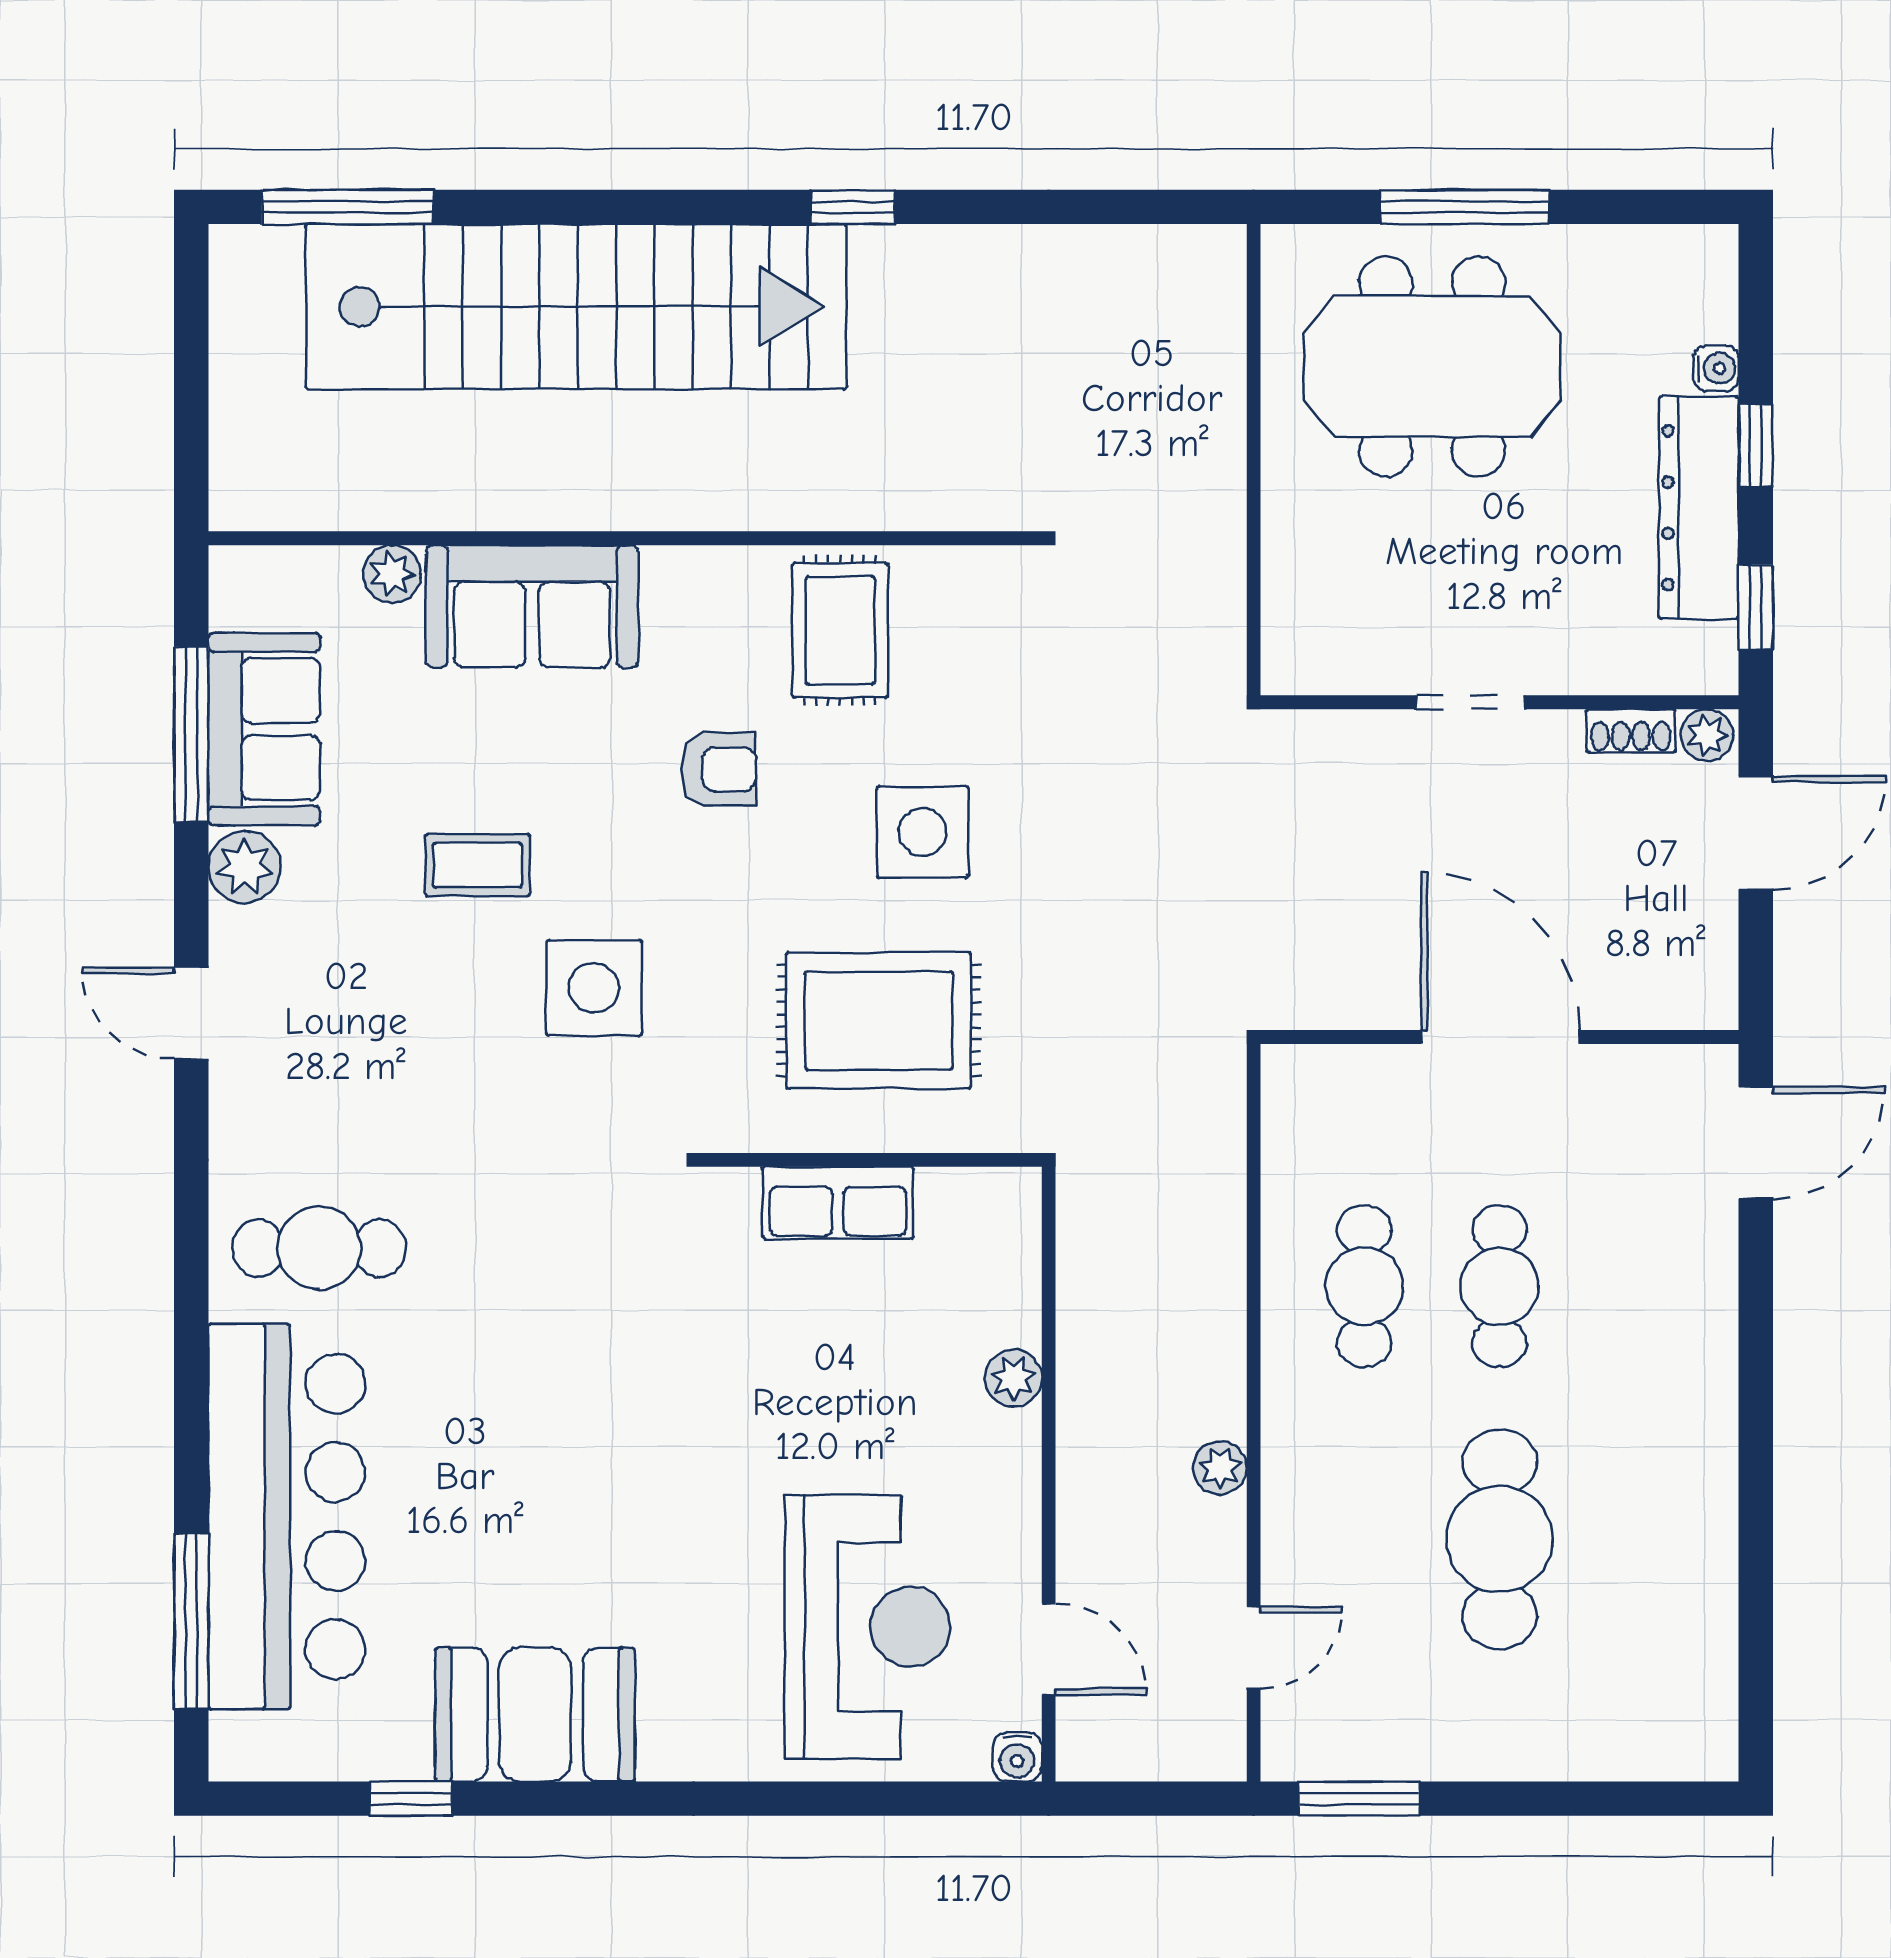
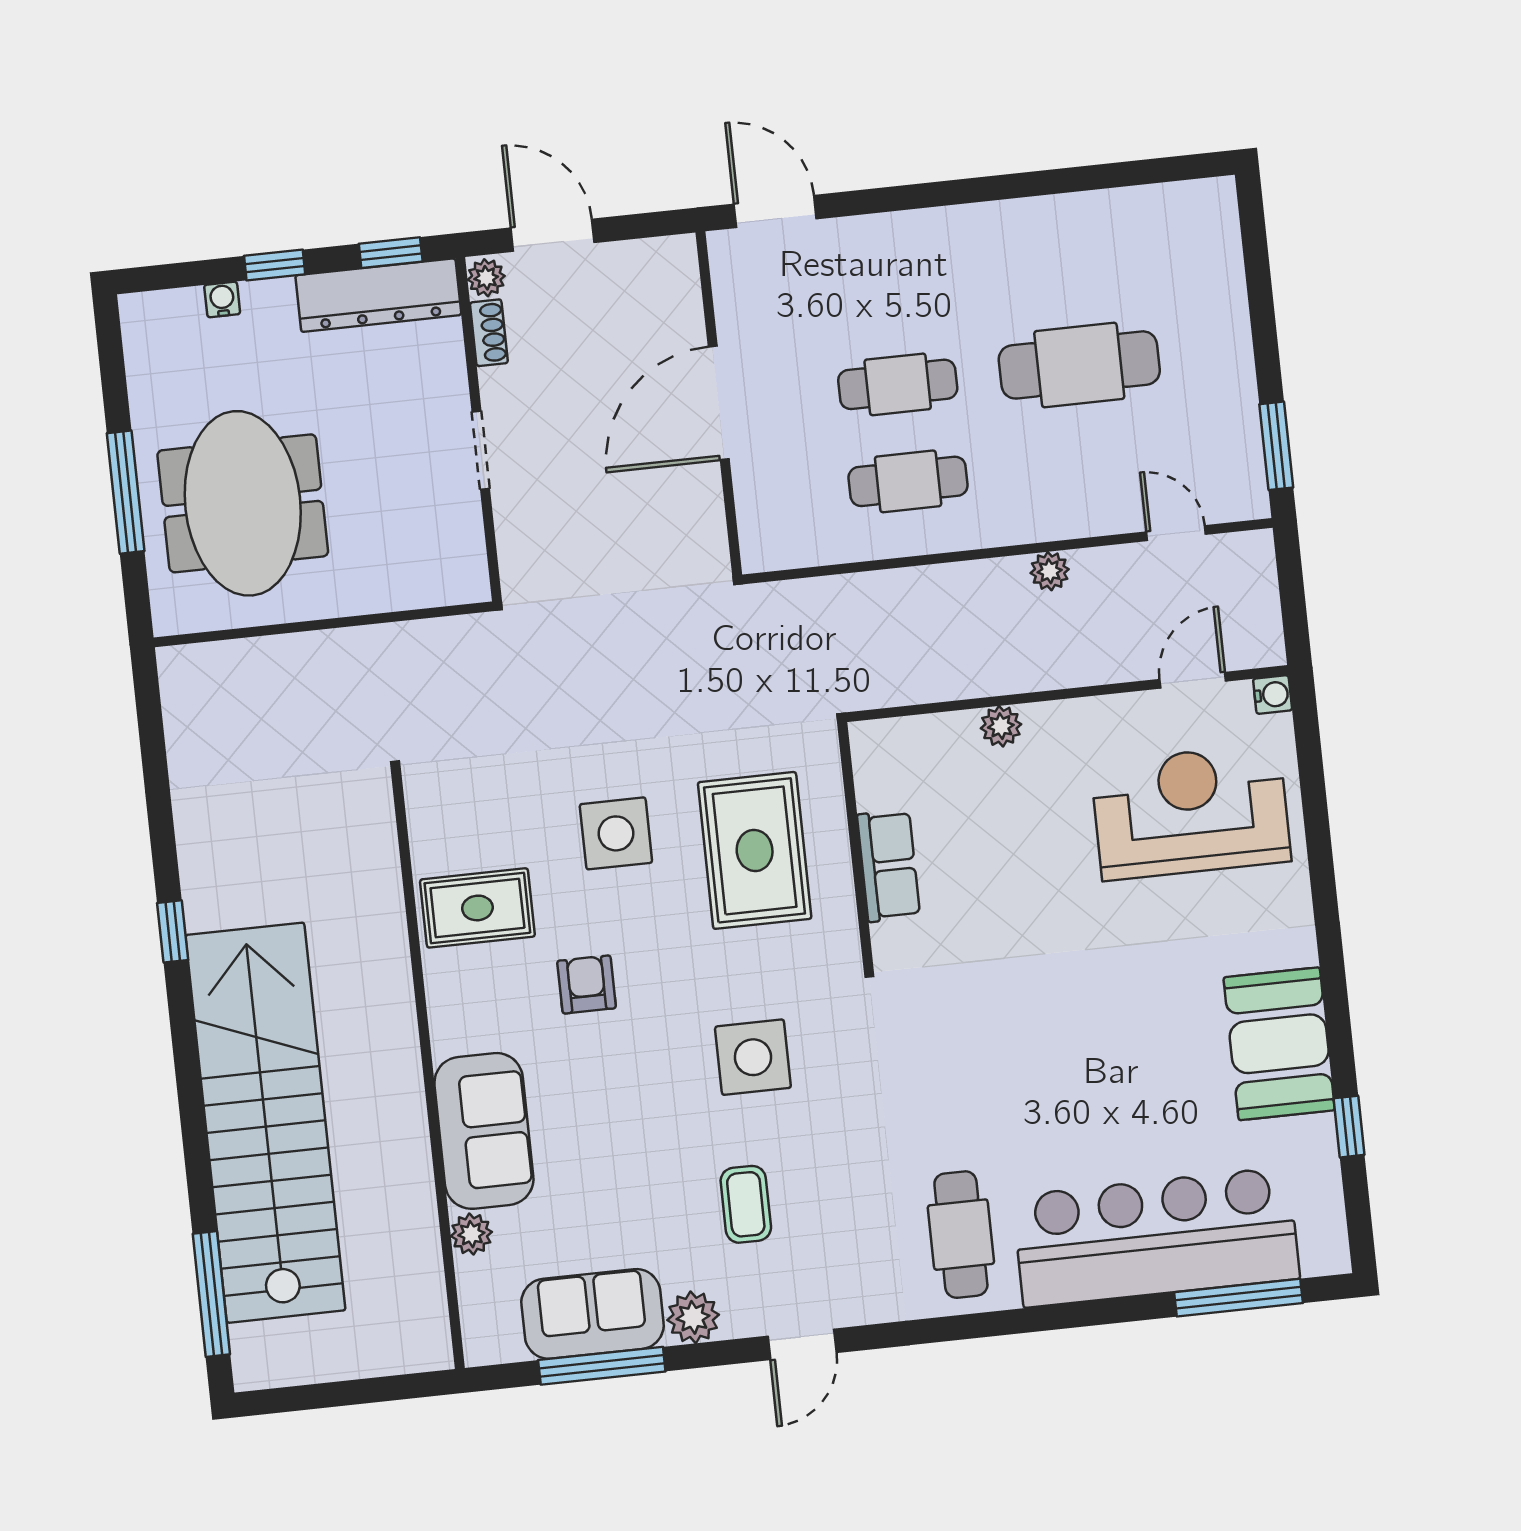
dresser: (1699, 508) -> (378, 295), moved
coffee table: (478, 865) -> (746, 1204), moved

